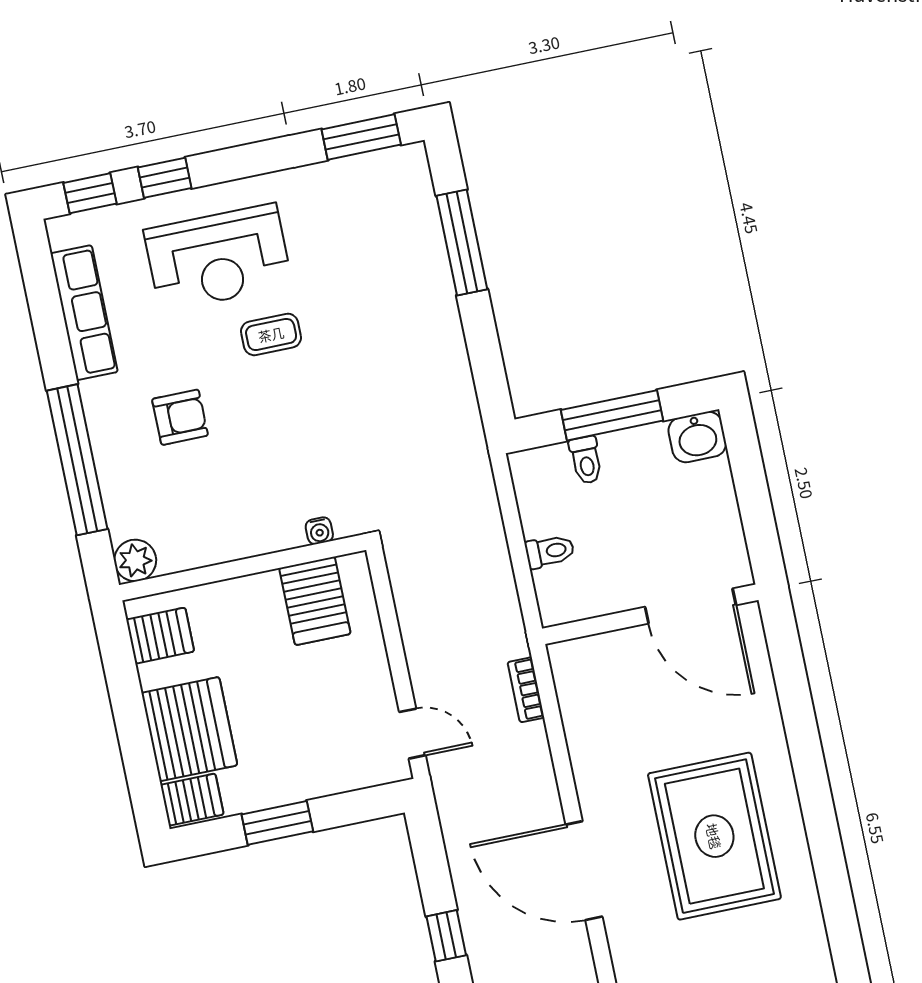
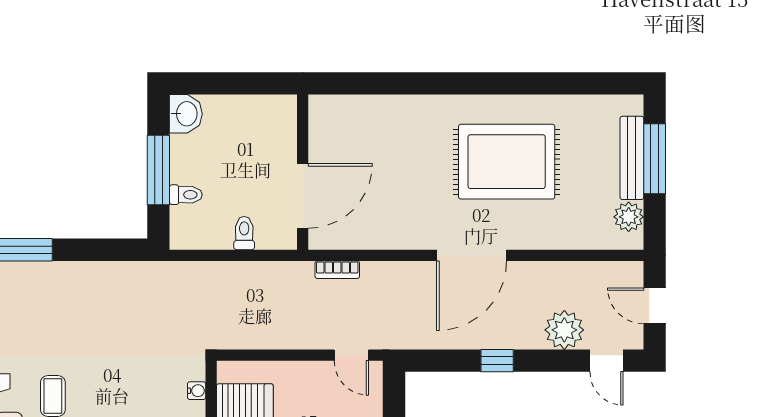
door: (690, 606) -> (303, 196), moved
door: (412, 734) -> (351, 355), swing flipped
rug: (714, 836) -> (507, 162), moved

